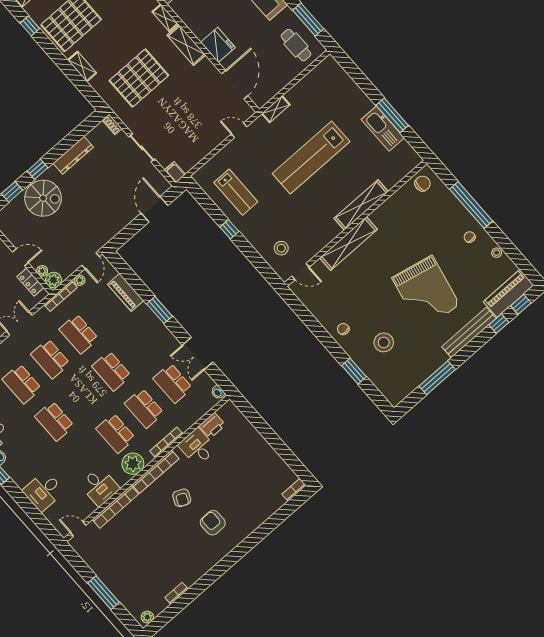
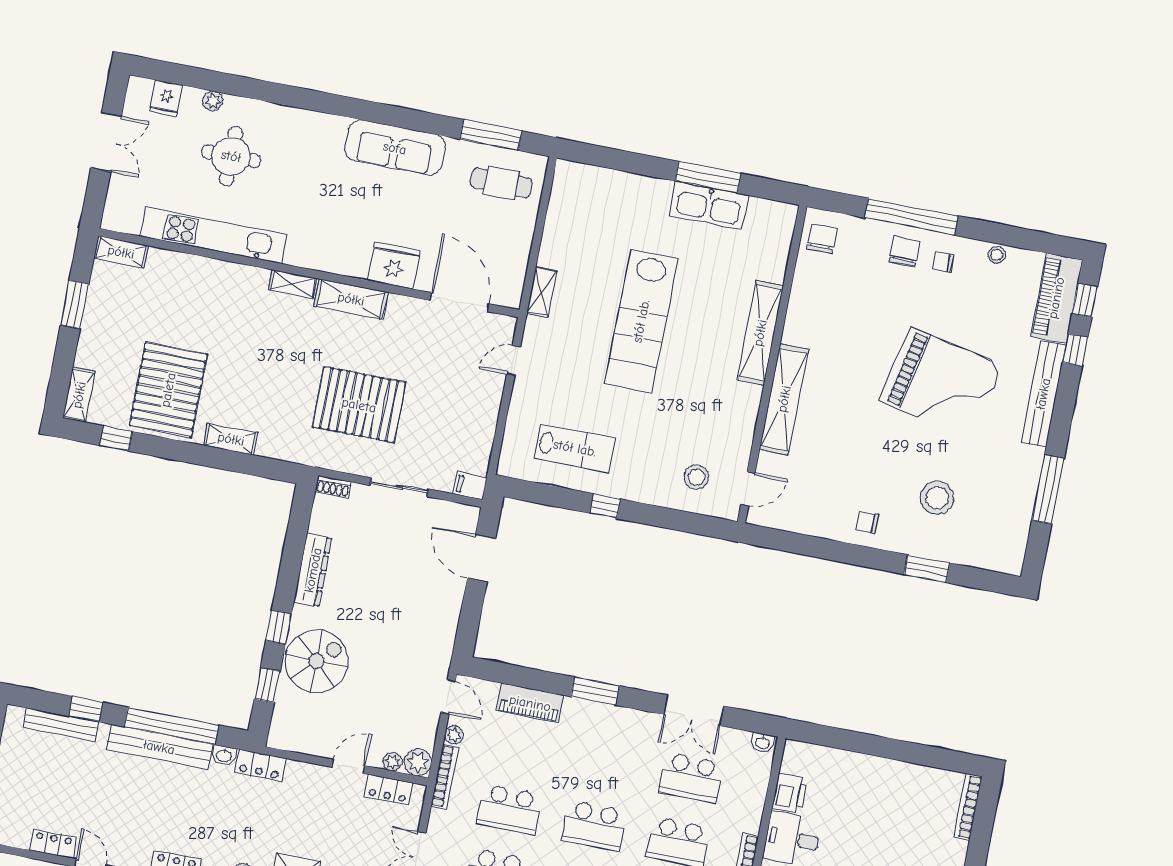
pallet: (139, 78) -> (359, 405), moved, turned 90
chair: (456, 219) -> (904, 252), added
bookcase: (294, 490) -> (968, 807), width x1.56

